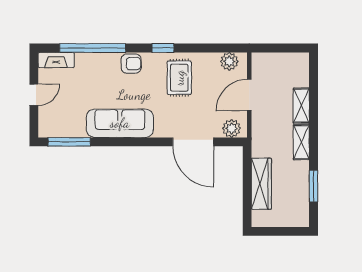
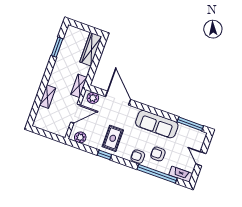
window: (163, 48) -> (104, 155), moved
armchair: (102, 79) -> (158, 154), added
door: (34, 95) -> (201, 159), hinge flipped
shelving: (301, 142) -> (79, 86), moved
wardrobe: (261, 184) -> (91, 49), moved

